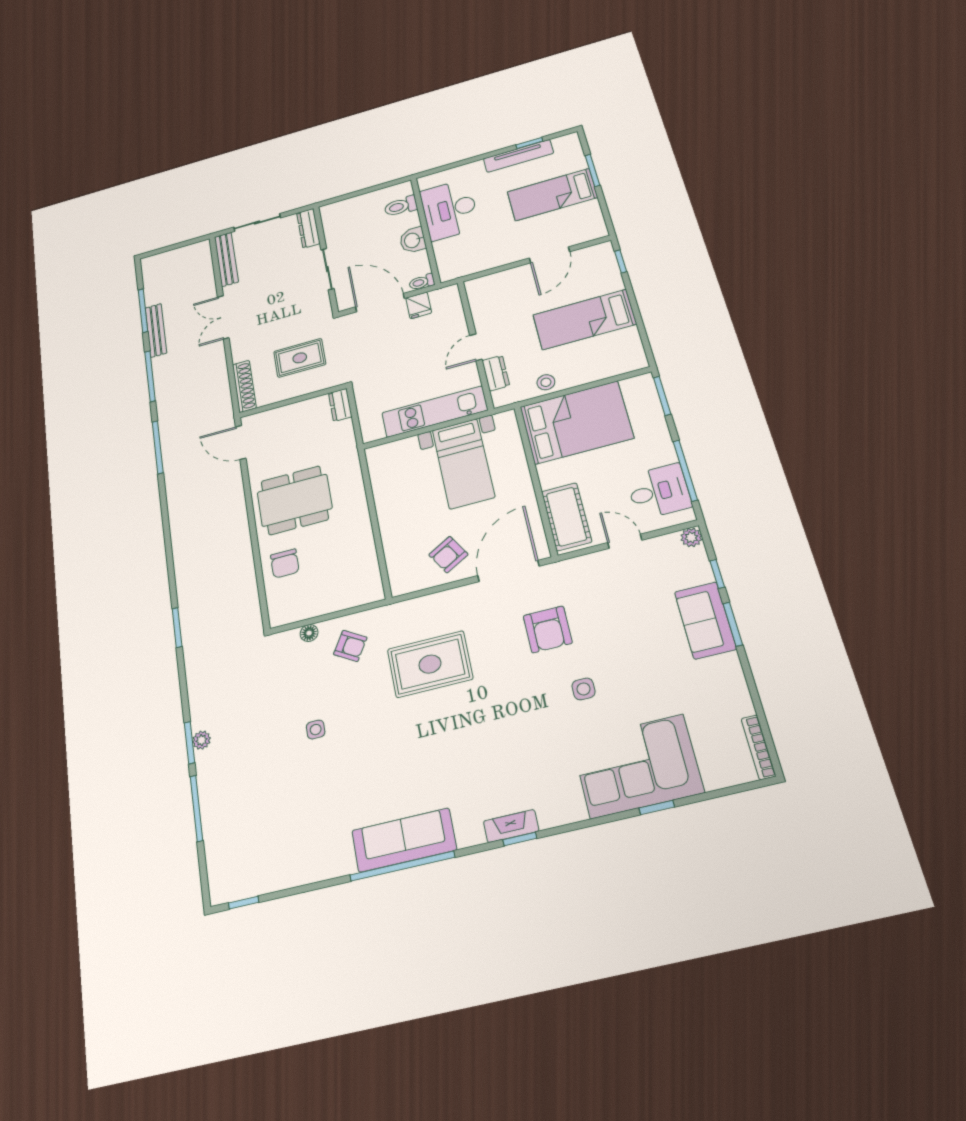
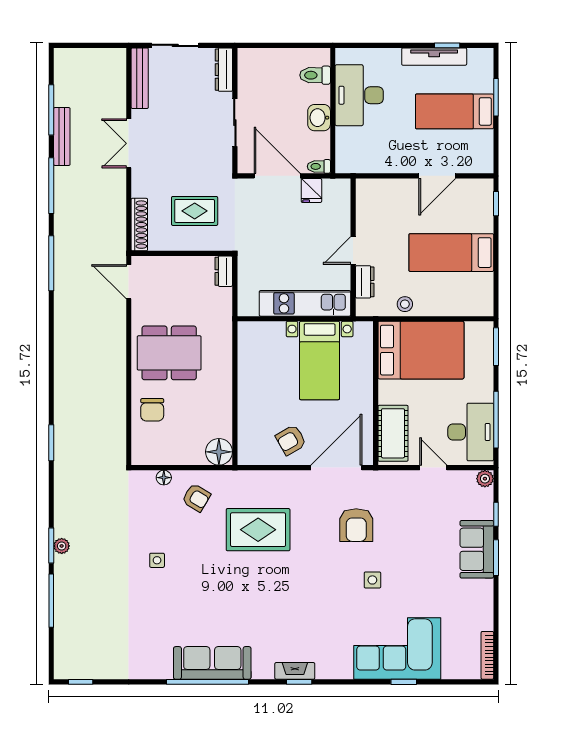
desk: (659, 491) -> (471, 432), width x1.37
floor lamp: (368, 589) -> (219, 452), added

